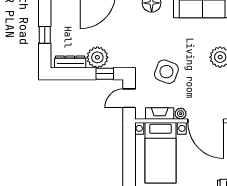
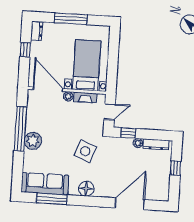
plant: (97, 57) -> (138, 143), width x0.53, depth x0.53
side table: (166, 72) -> (85, 151), moved

